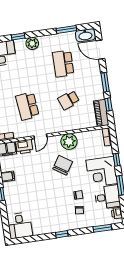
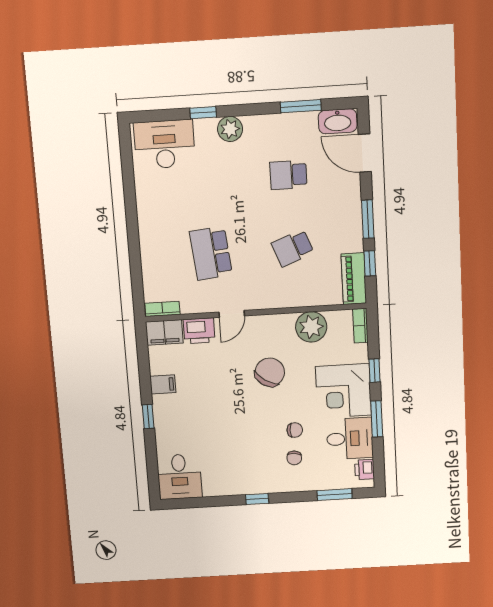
school desk: (63, 64) -> (288, 175), width x0.54
plant: (69, 142) -> (311, 327), moved

